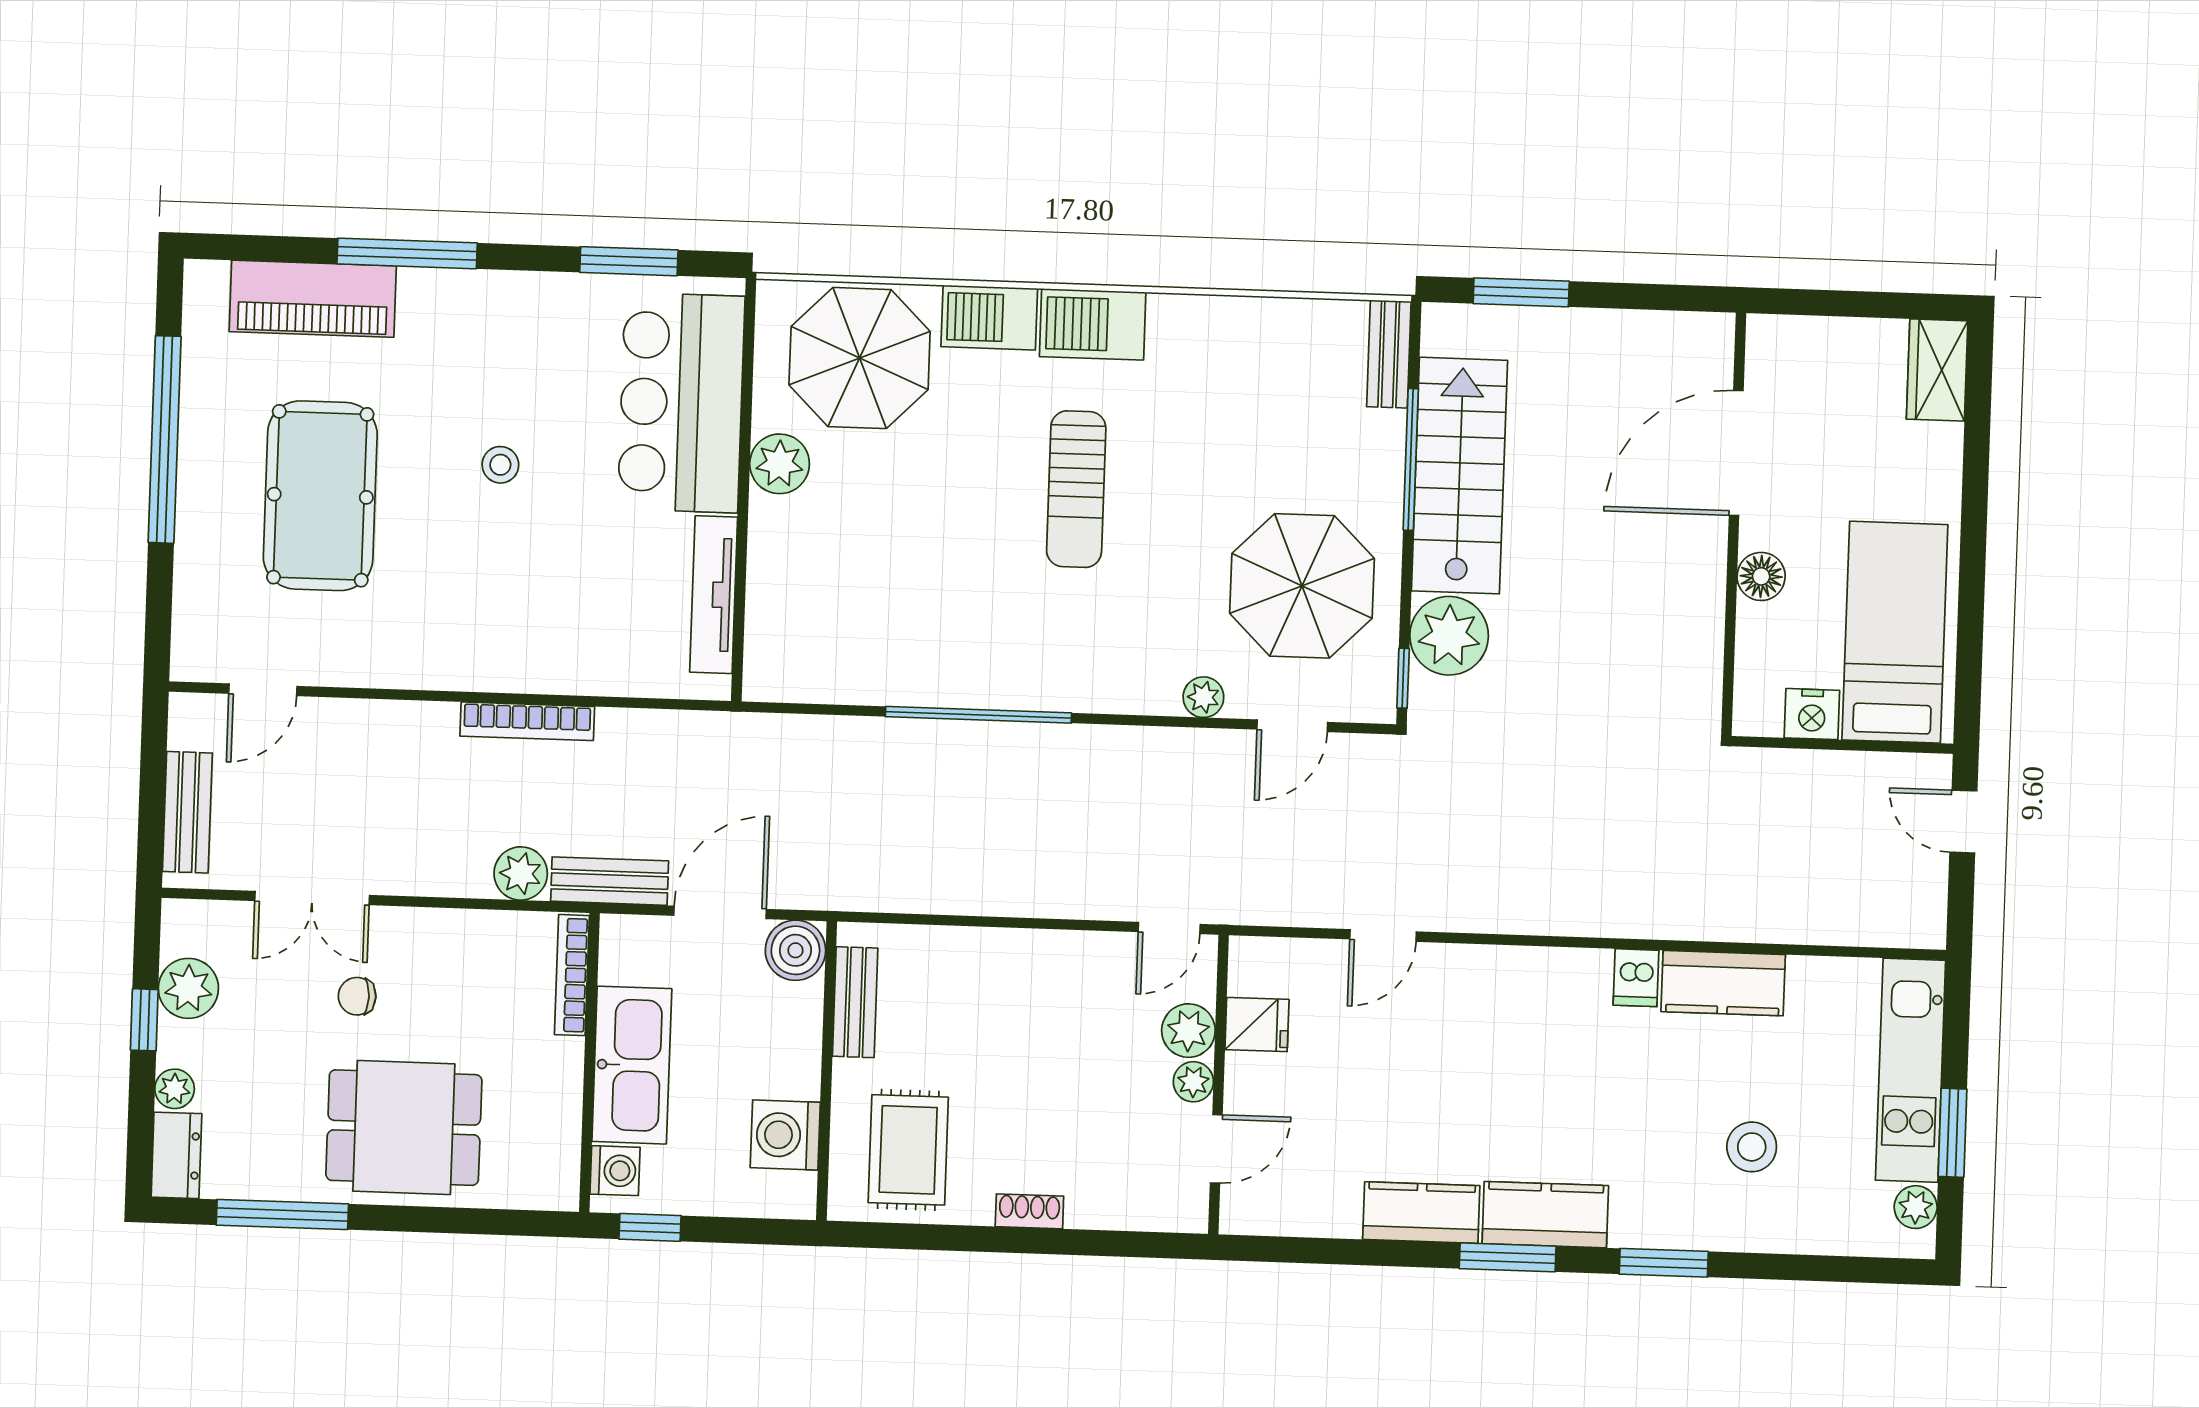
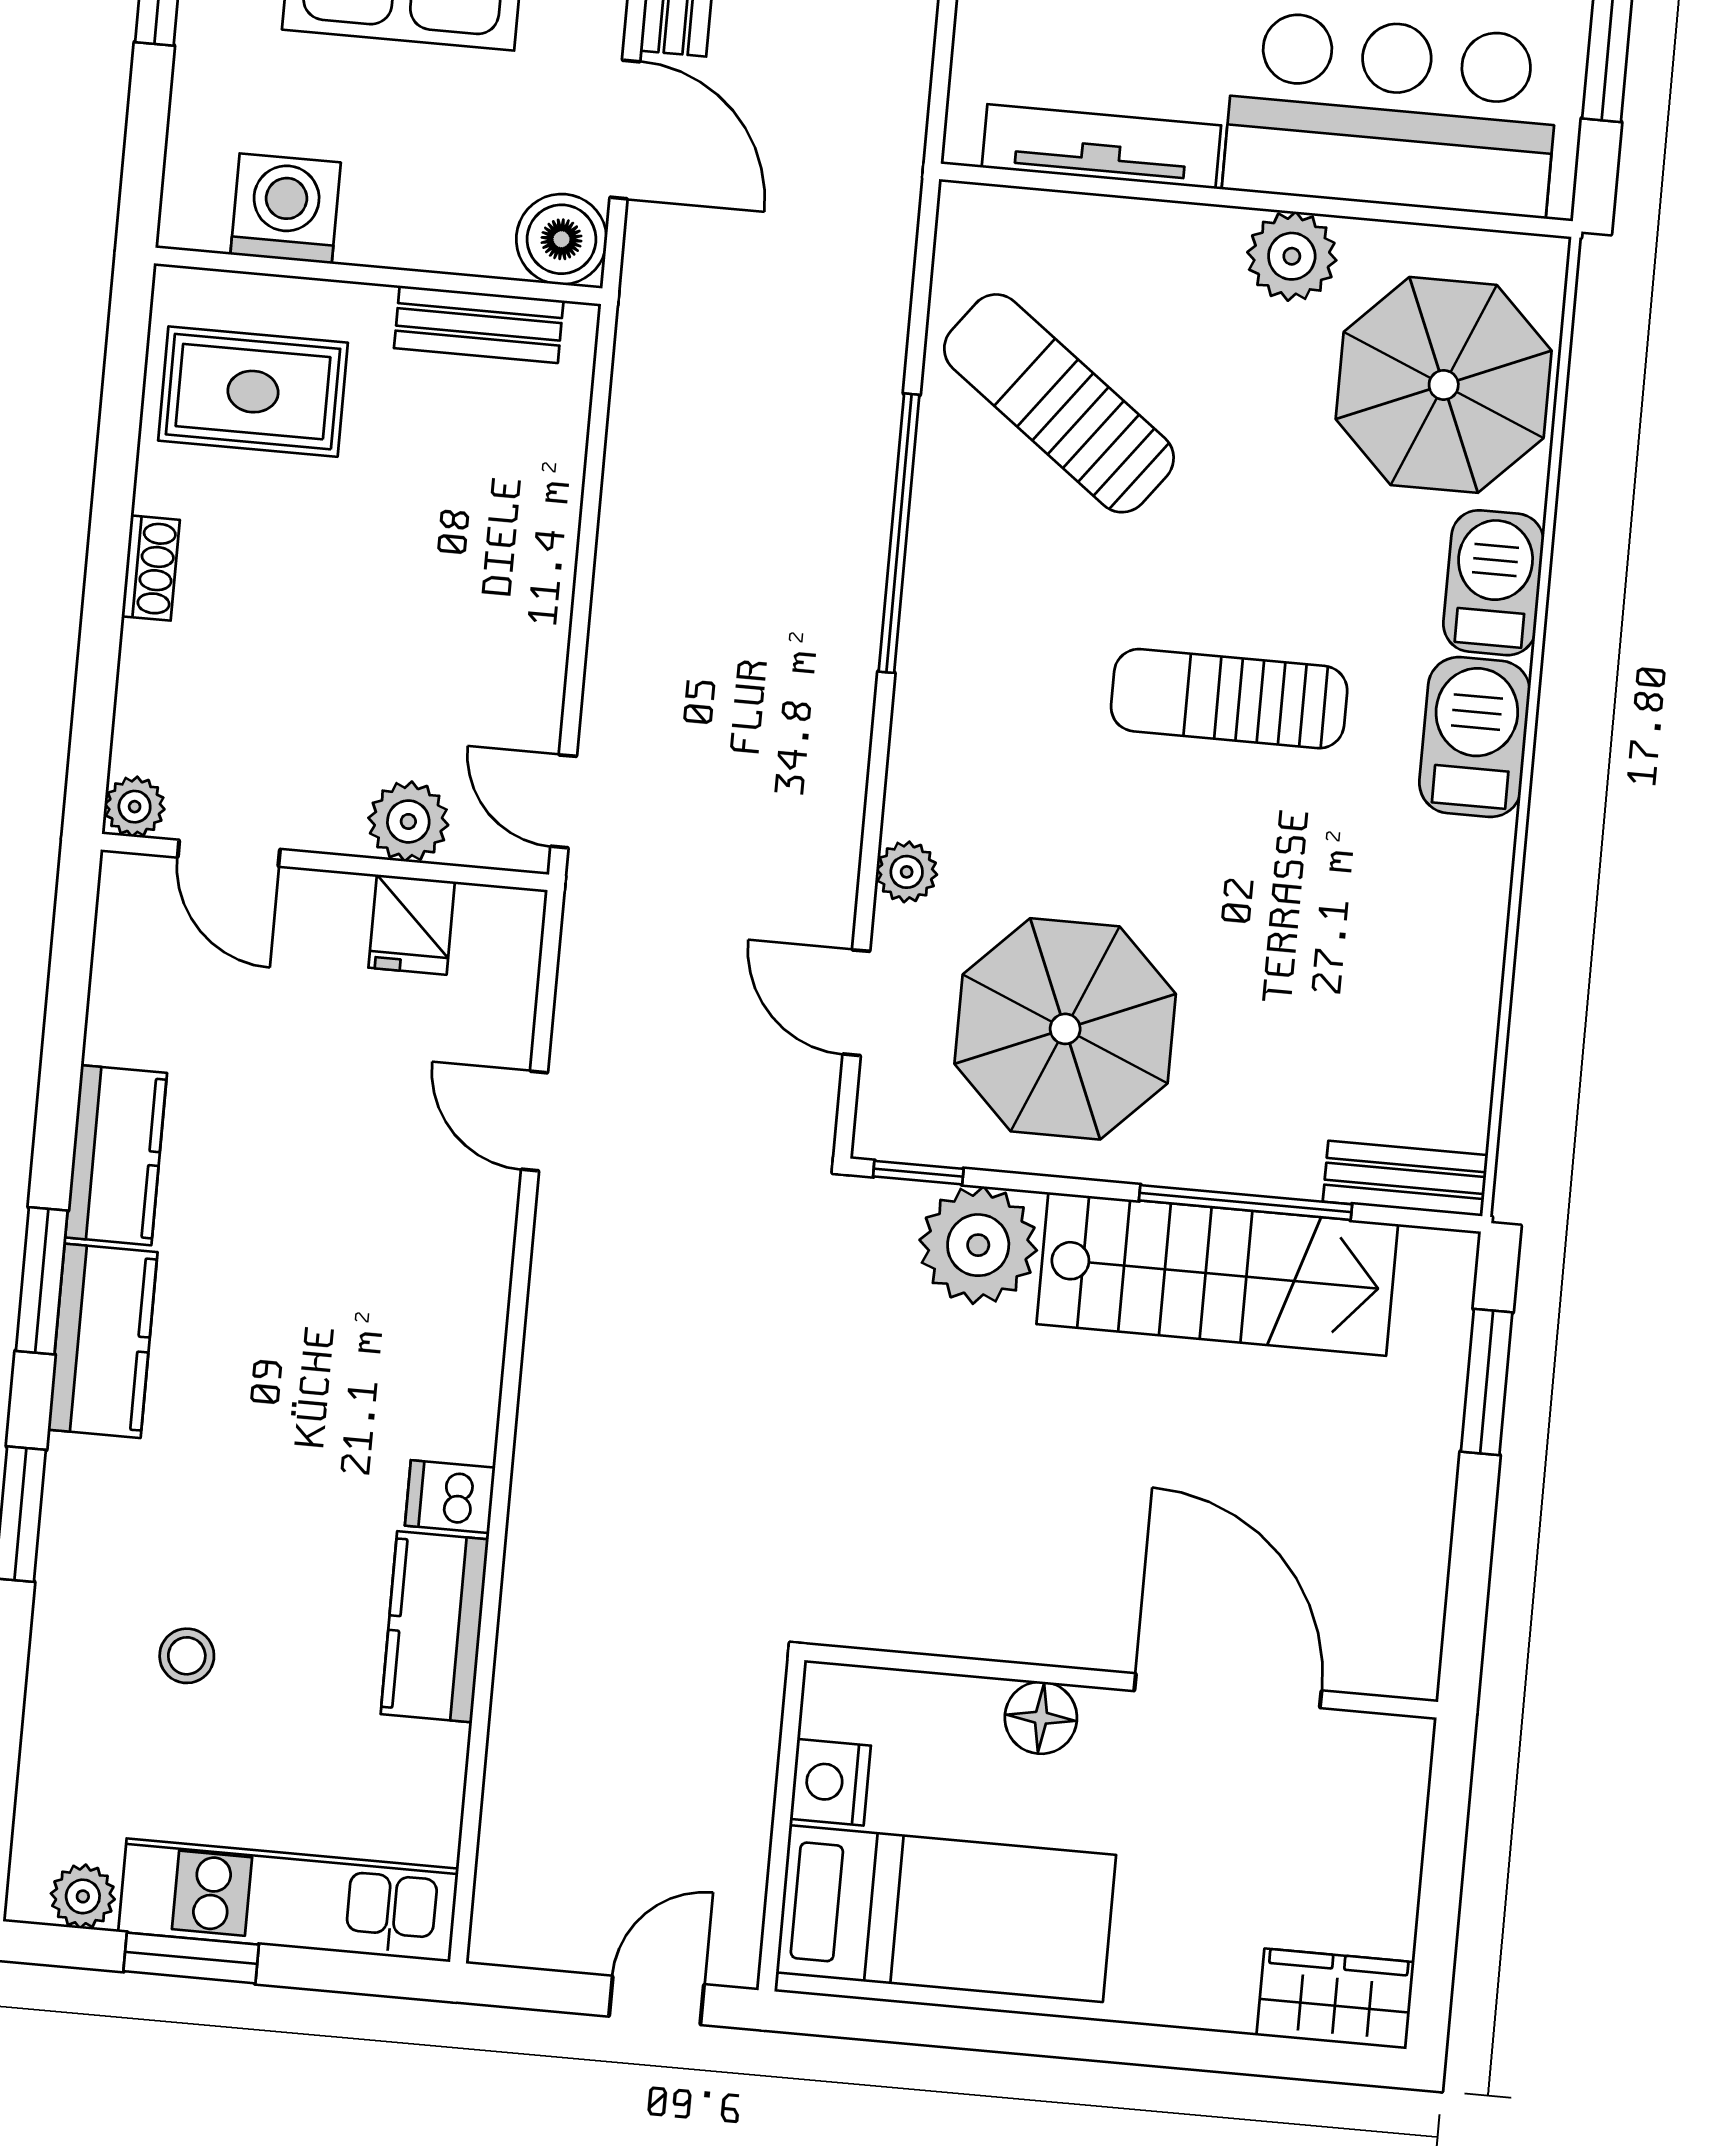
sun lounger: (886, 613) -> (1059, 403), added
plant: (1193, 1082) -> (135, 807), moved
stool: (1752, 1147) -> (187, 1656), width x0.73, depth x0.73

